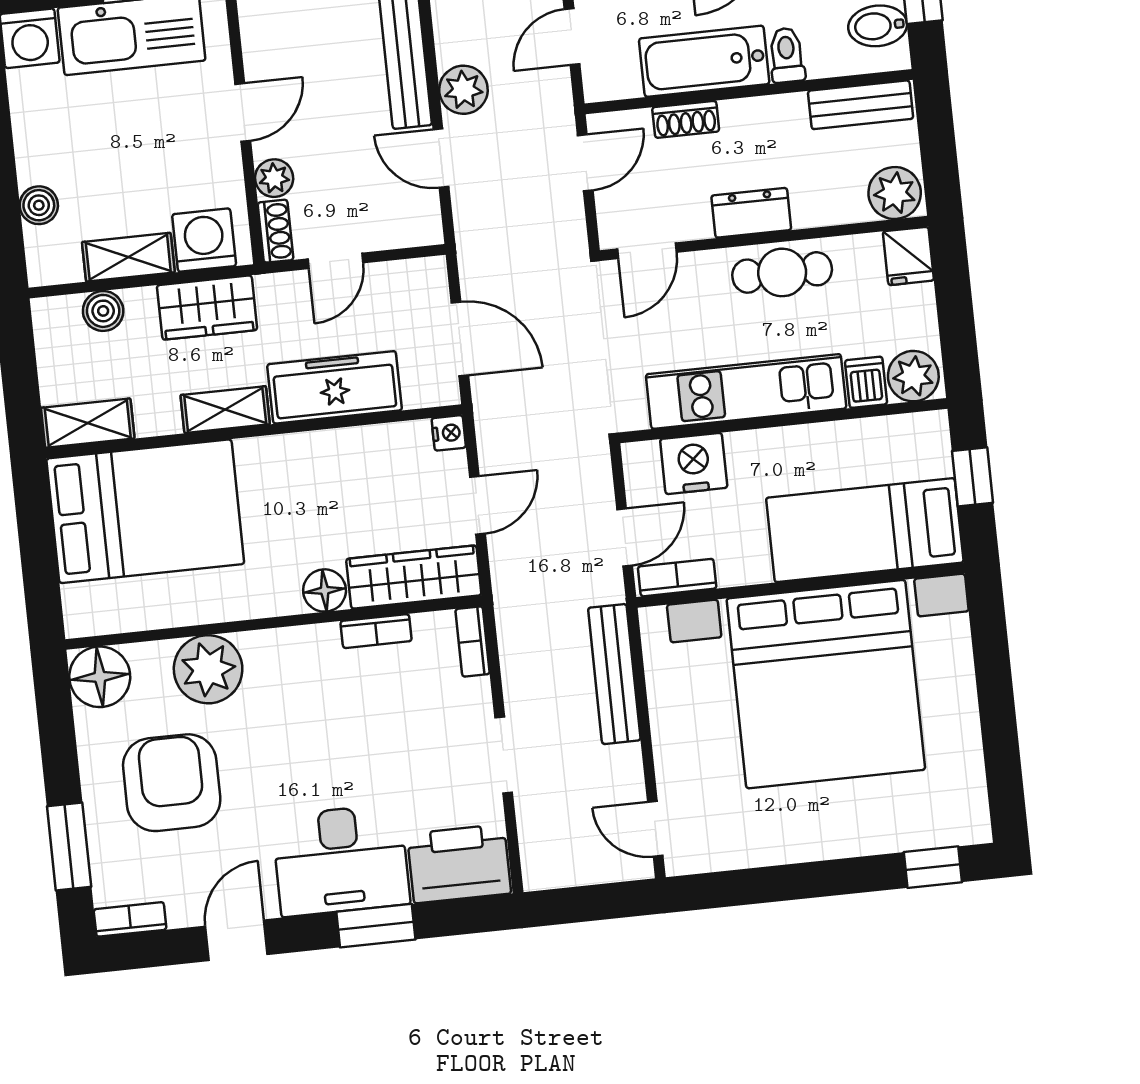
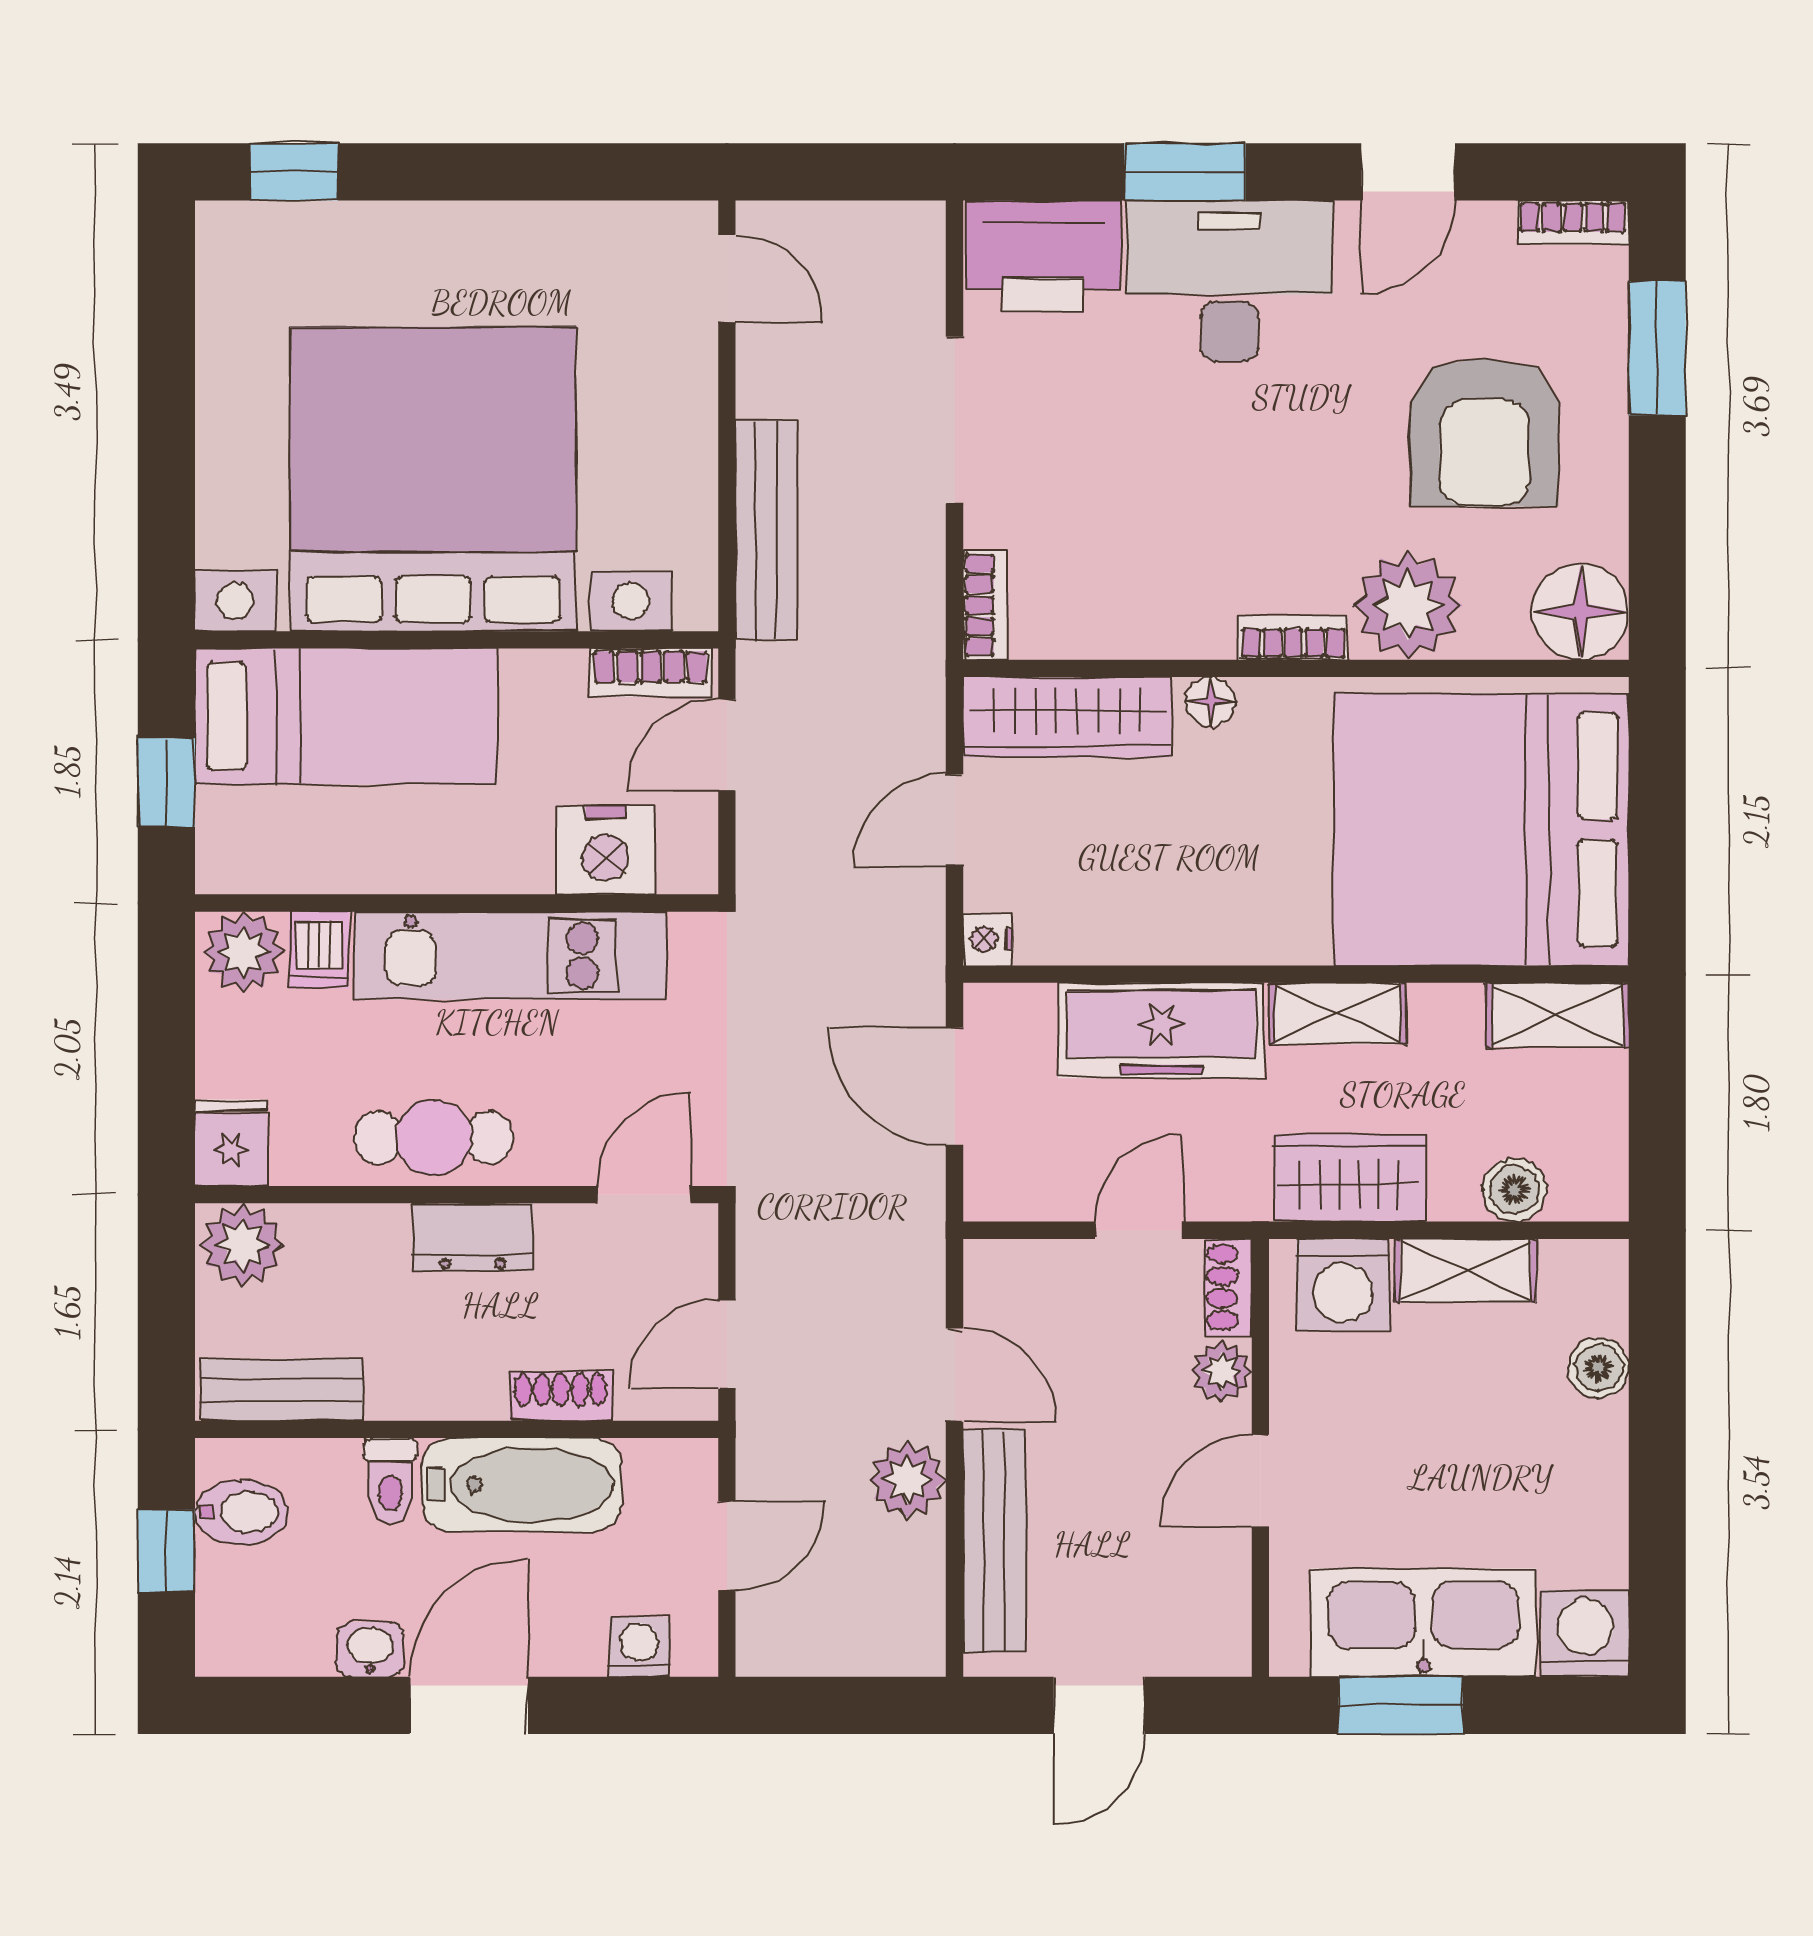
bed: (145, 511) -> (1481, 830), width x1.36
floor lamp: (325, 590) -> (1211, 702), width x0.73, depth x0.73
bookcase: (376, 631) -> (1293, 638), moved
doorway: (504, 755) -> (955, 420), width x1.38

